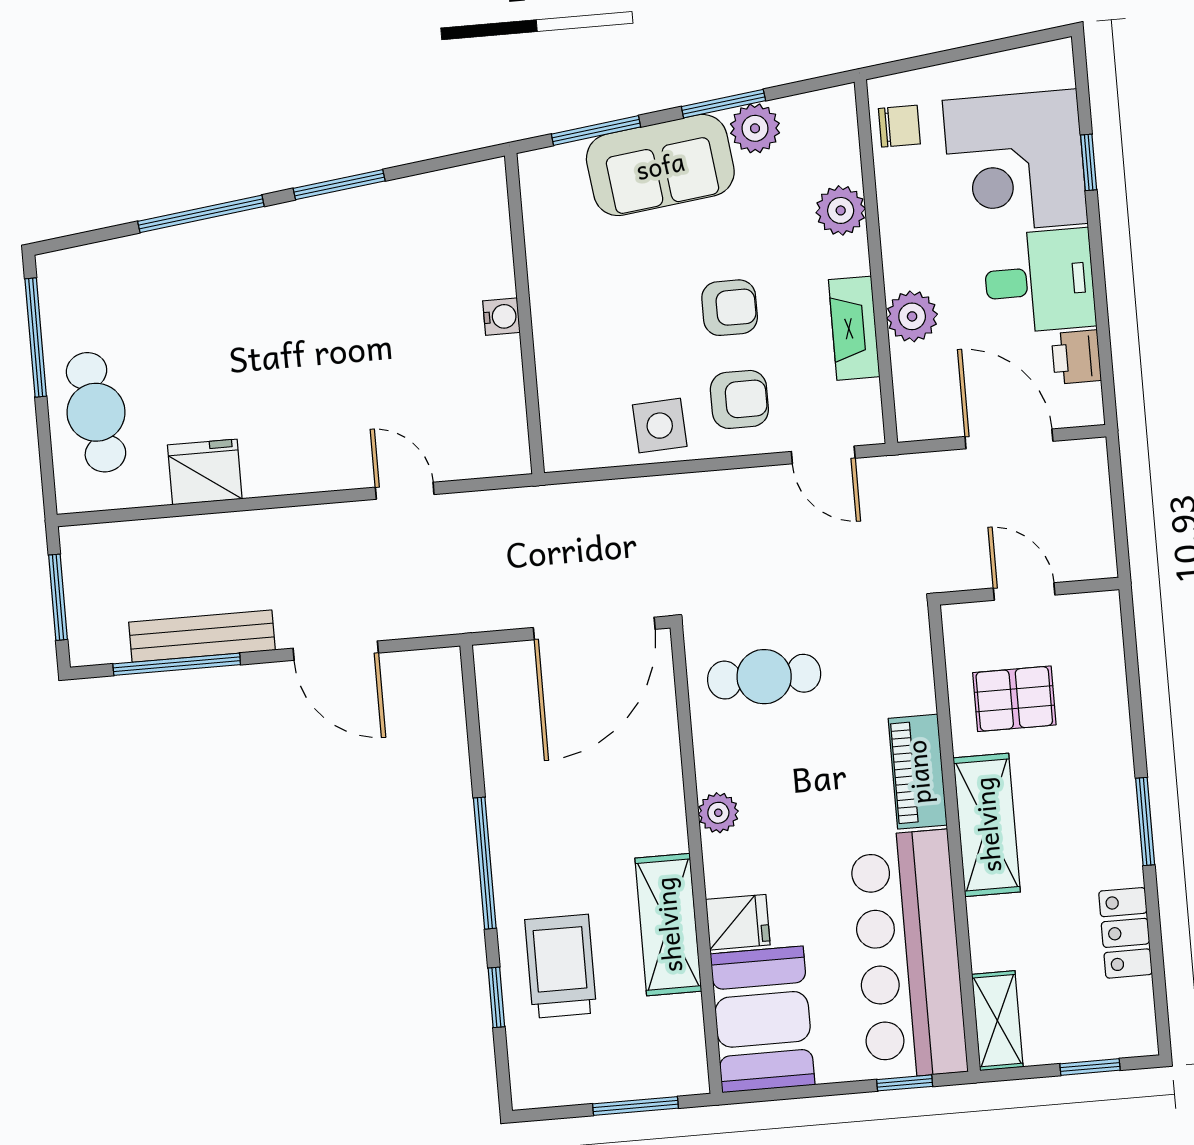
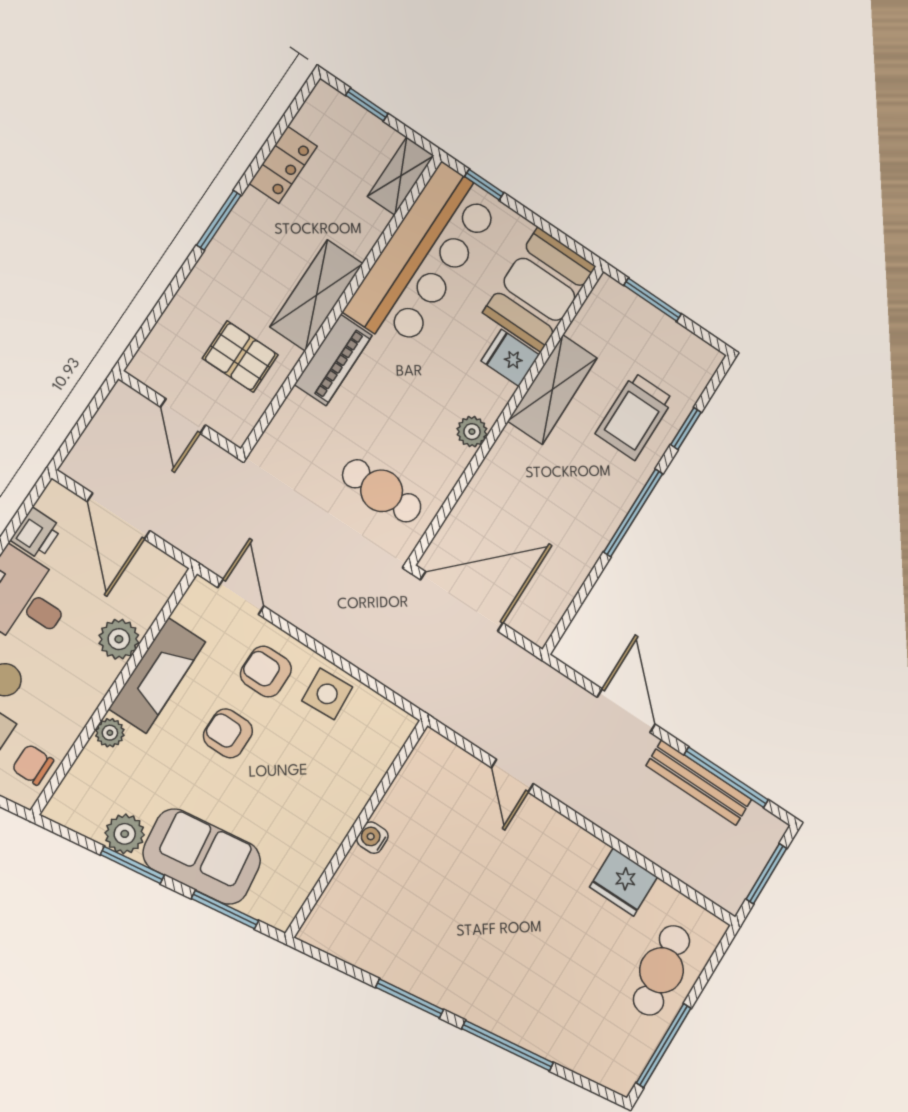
plant: (841, 210) -> (110, 733), width x0.73, depth x0.73
fireplace: (854, 328) -> (157, 675), width x1.37, depth x1.32

